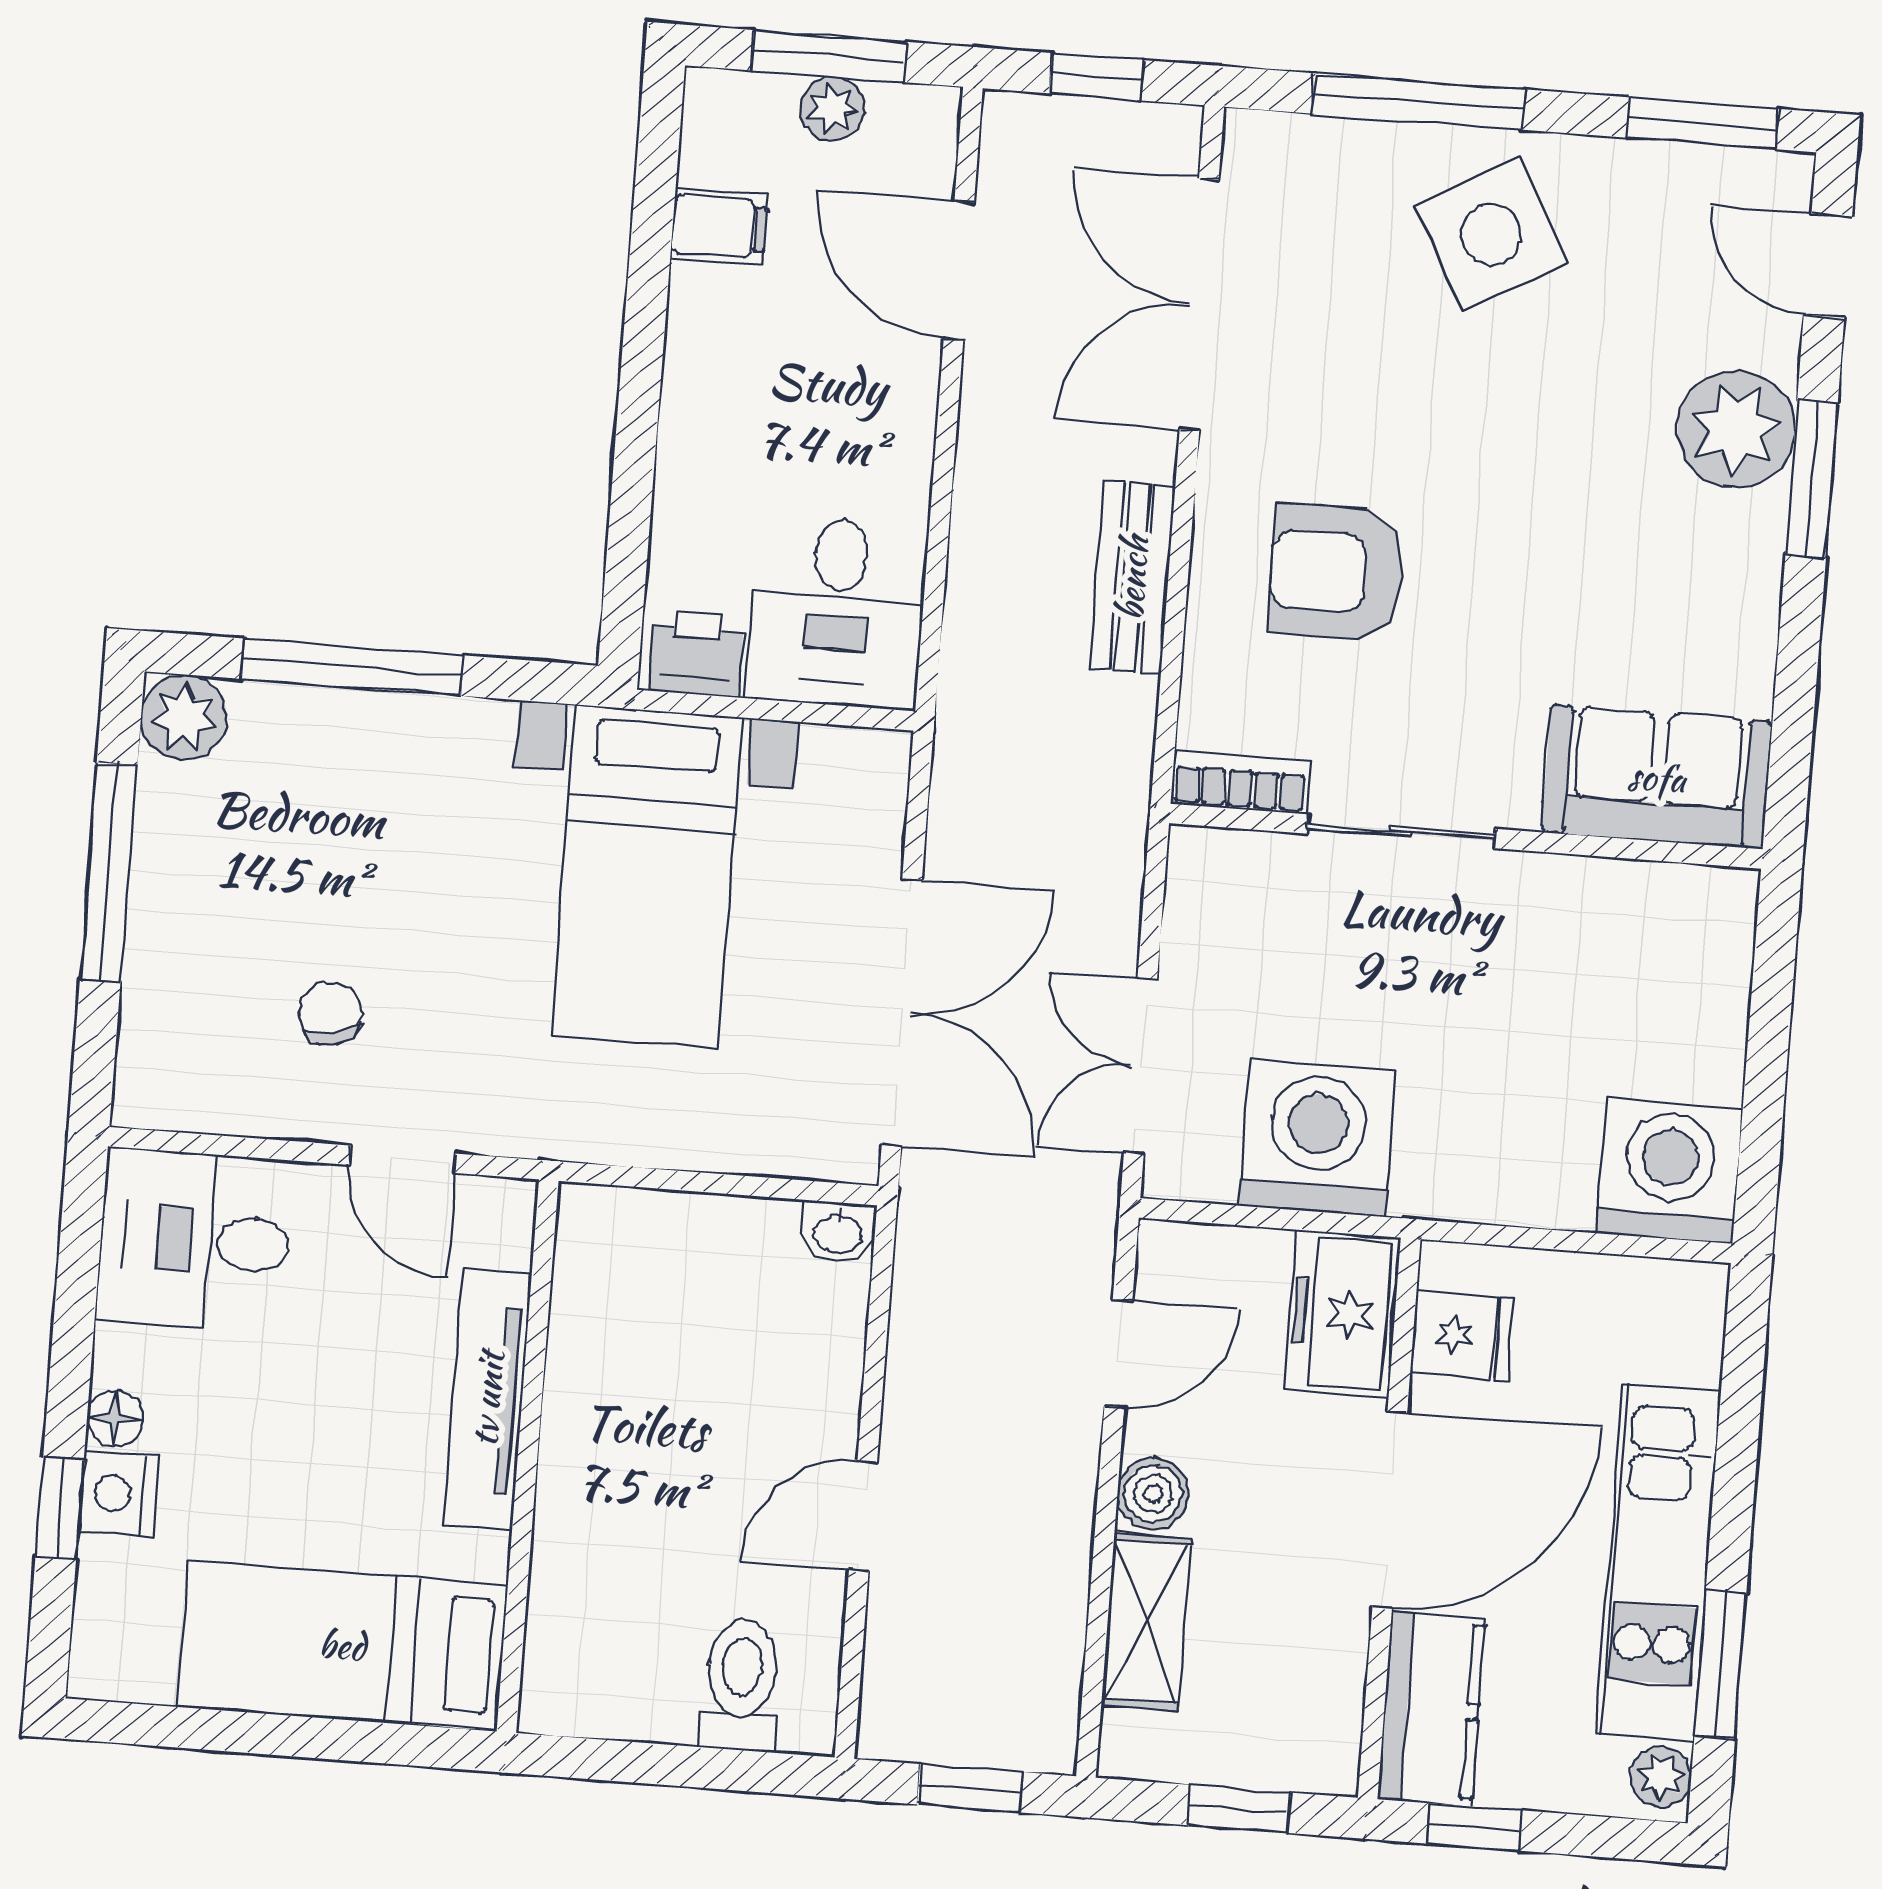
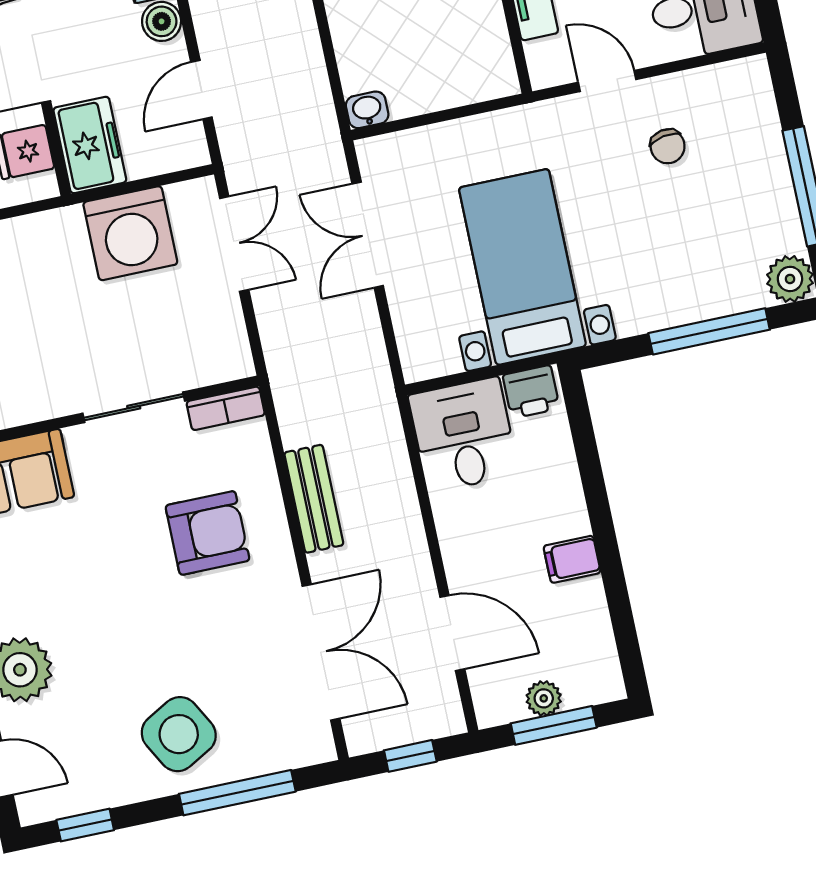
window: (1702, 123) -> (85, 825), width x0.67
filing cabinet: (719, 227) -> (572, 559), moved
double door: (902, 1013) -> (368, 235), width x0.73

